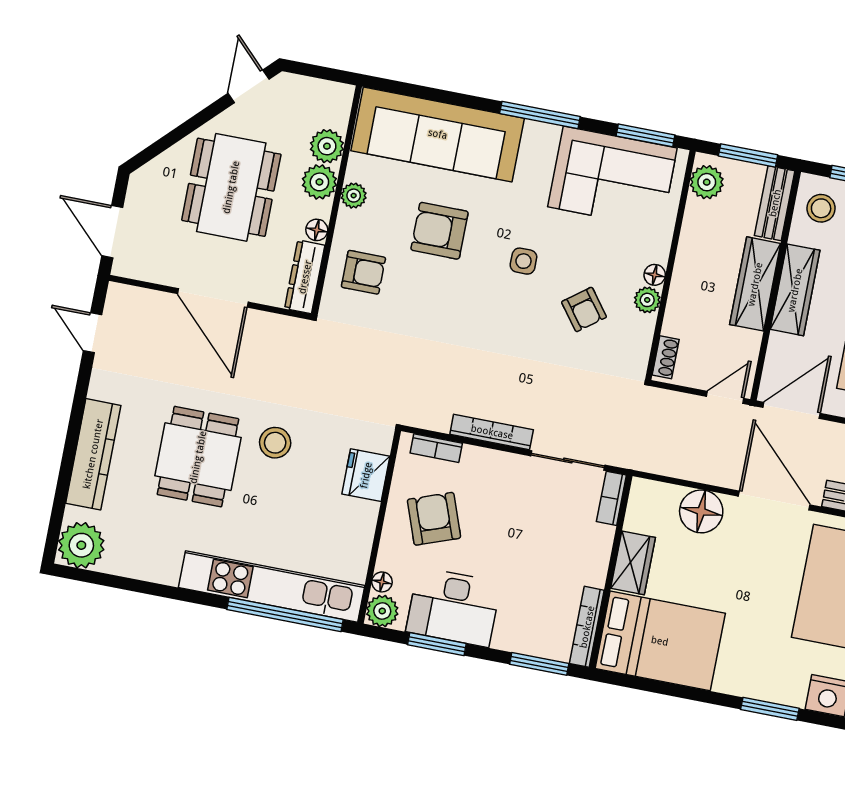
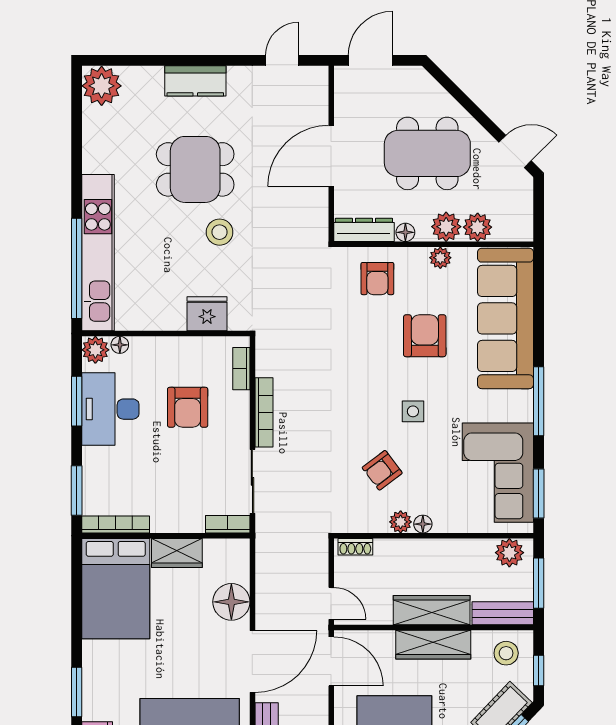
kitchen counter: (93, 454) -> (195, 81), width x0.67
armchair: (434, 519) -> (188, 407), moved, turned 110

